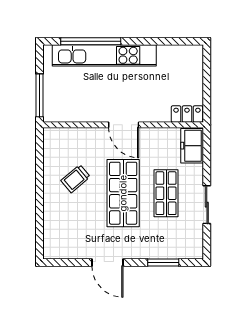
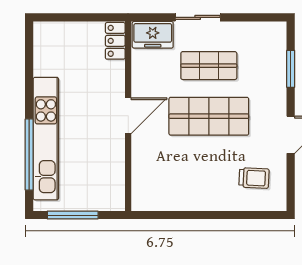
window: (40, 95) -> (73, 215), moved
trolley: (76, 179) -> (254, 178), moved, turned -47
sliding door: (207, 205) -> (198, 17), moved

